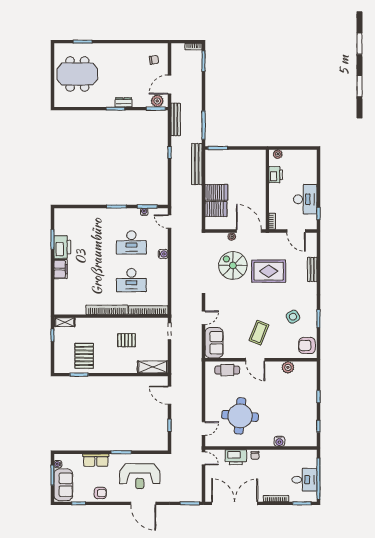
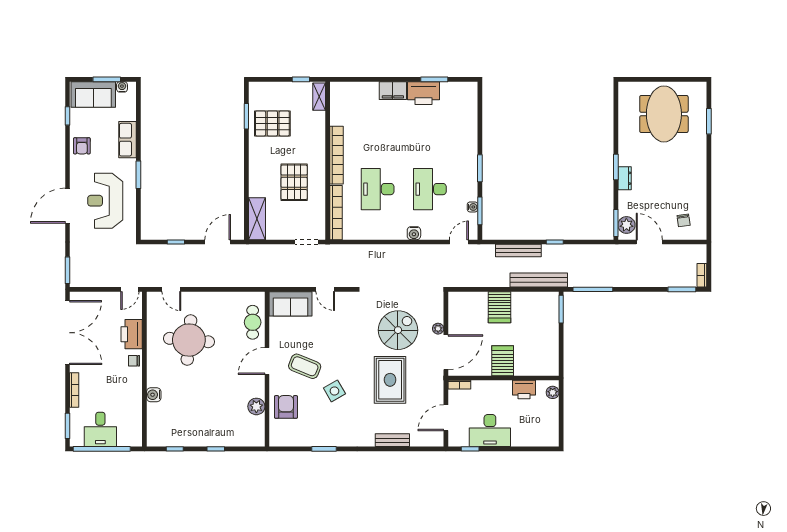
bench: (176, 119) -> (518, 251), moved
server rack: (216, 209) -> (503, 361), moved, turned 180
side table: (293, 317) -> (334, 391), moved
pallet: (127, 340) -> (294, 182), width x1.50, depth x1.42
armchair: (307, 345) -> (286, 407), moved

